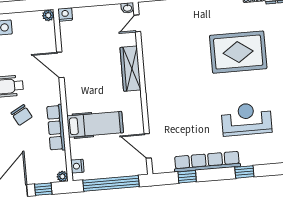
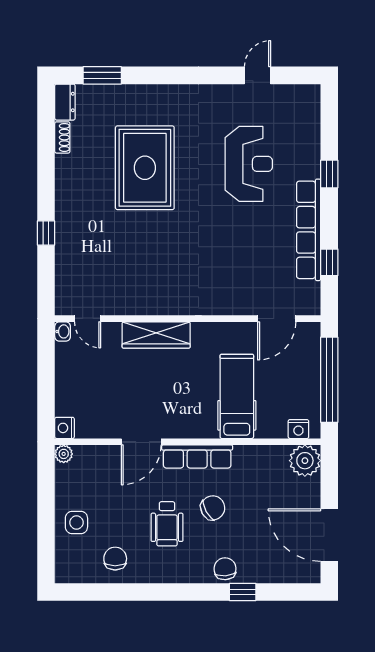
reception desk: (246, 119) -> (249, 164), turned 180
row of seats: (56, 128) -> (197, 456), moved
plant: (62, 176) -> (305, 461), width x1.88, depth x1.88
window: (43, 189) -> (329, 484), removed

